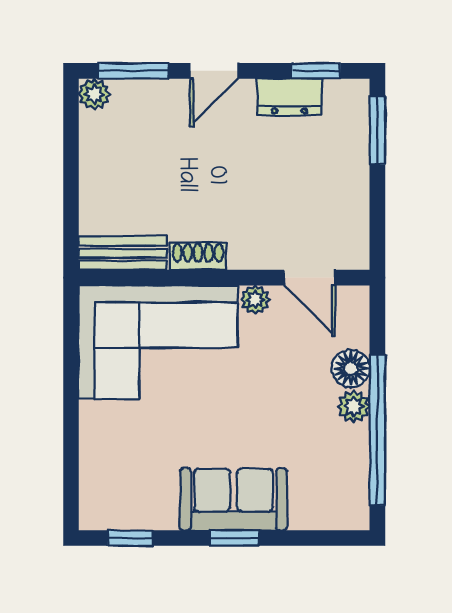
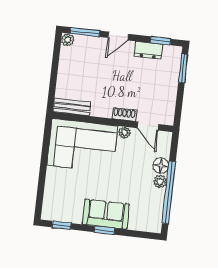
shoe rack: (198, 256) -> (124, 114), moved

